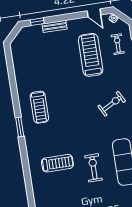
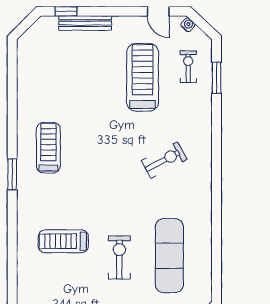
bench: (54, 26) -> (85, 23), width x1.36
treadmill: (39, 107) -> (48, 148), turned 180
treadmill: (57, 163) -> (63, 241), turned 180

